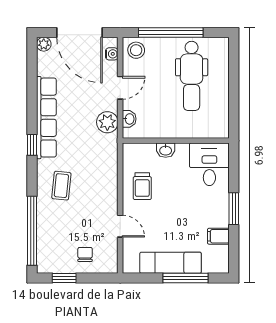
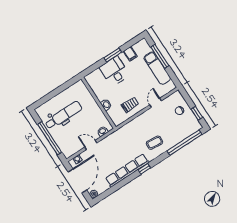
stool: (136, 50) -> (68, 149), removed
plant: (107, 122) -> (111, 141), removed
desk: (209, 164) -> (114, 71), moved, turned 90

